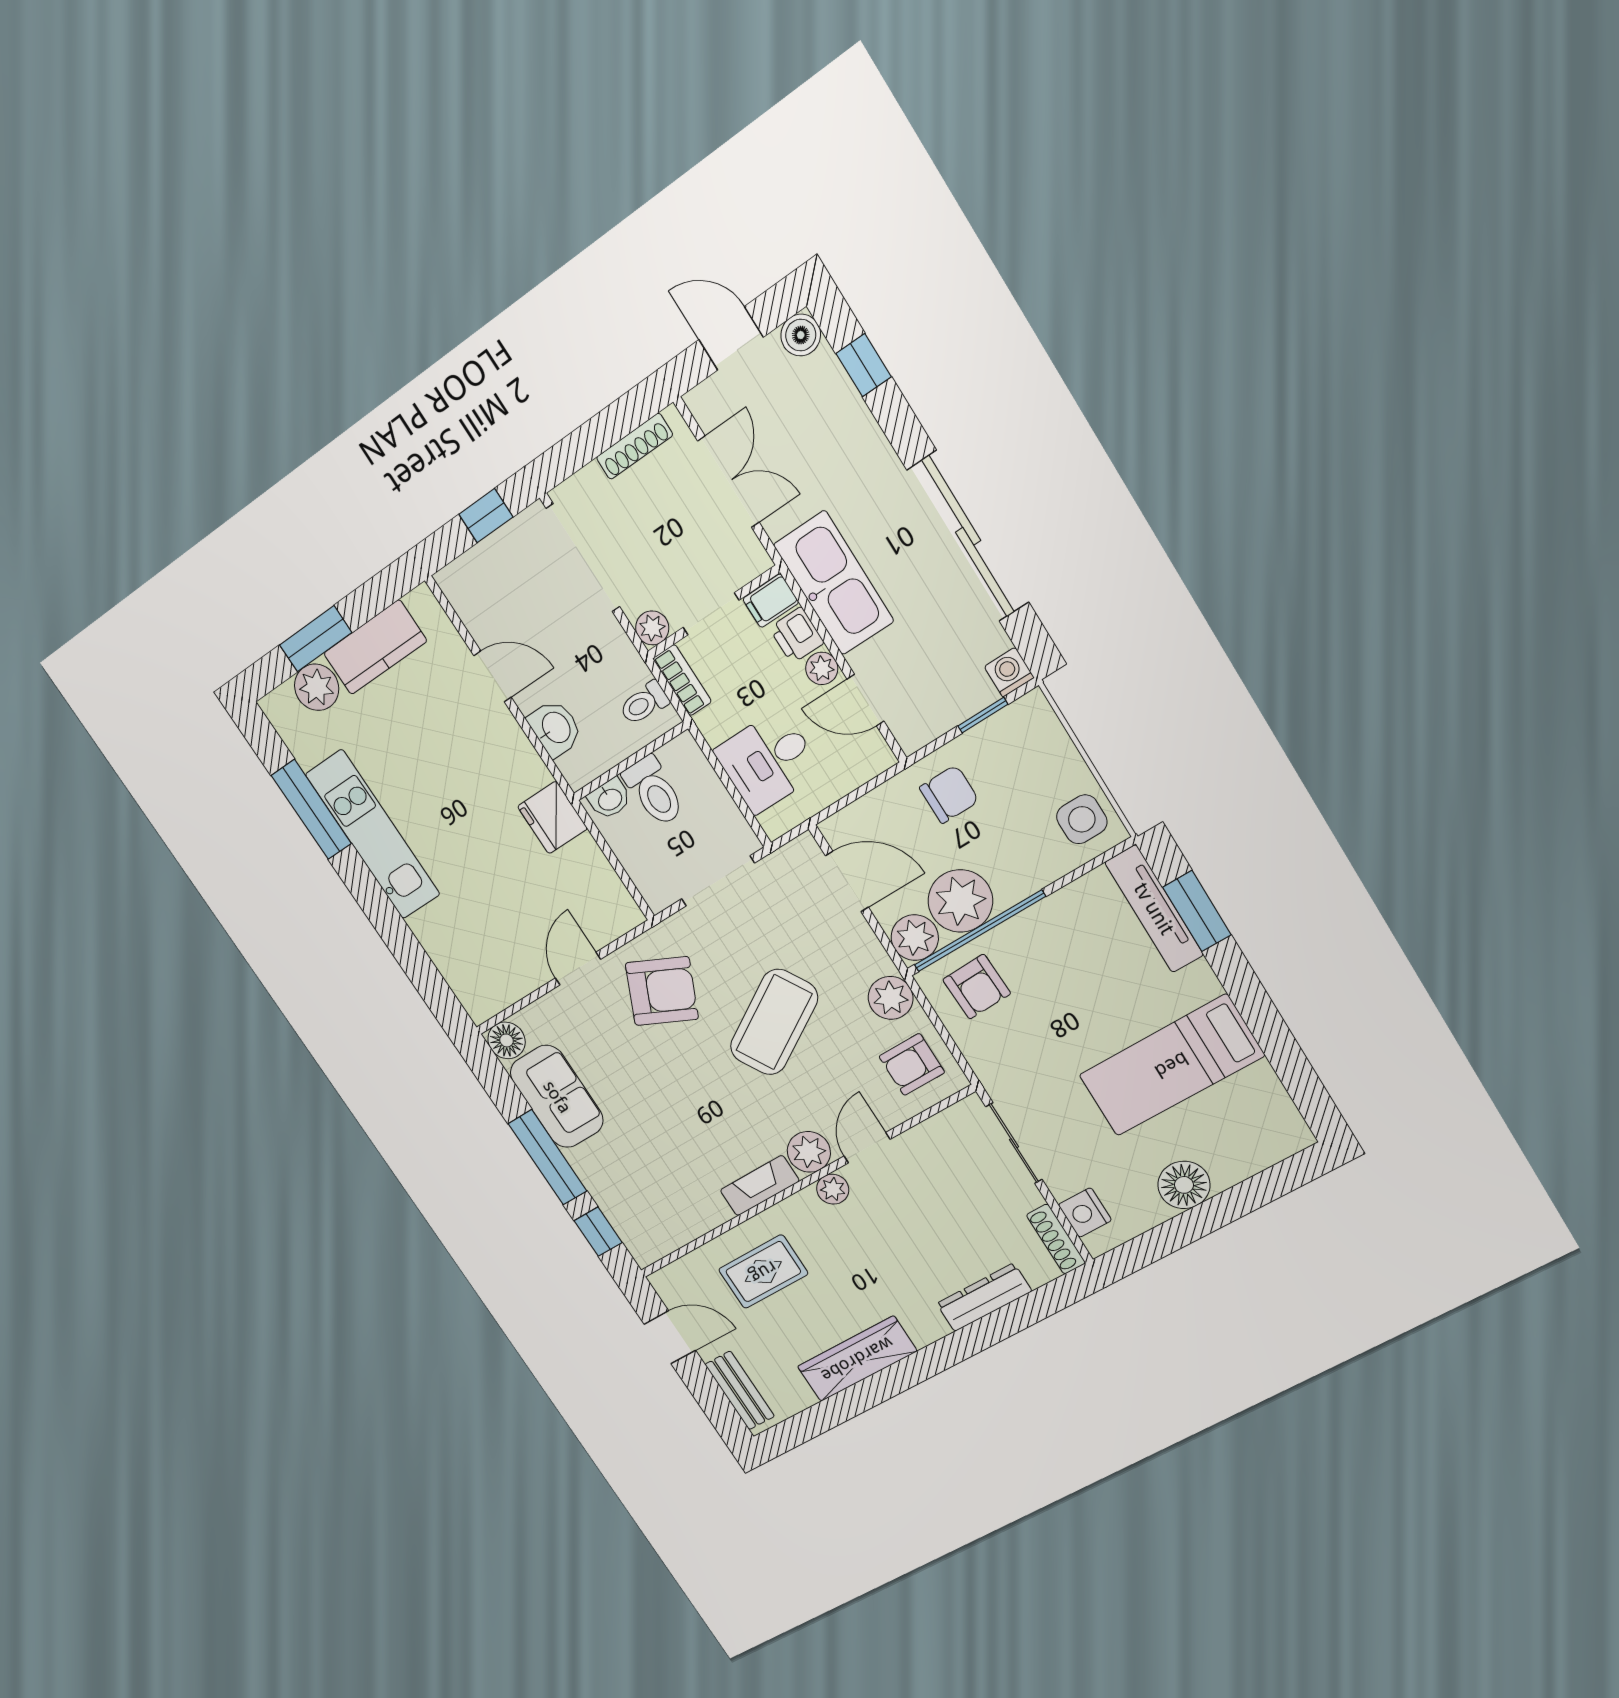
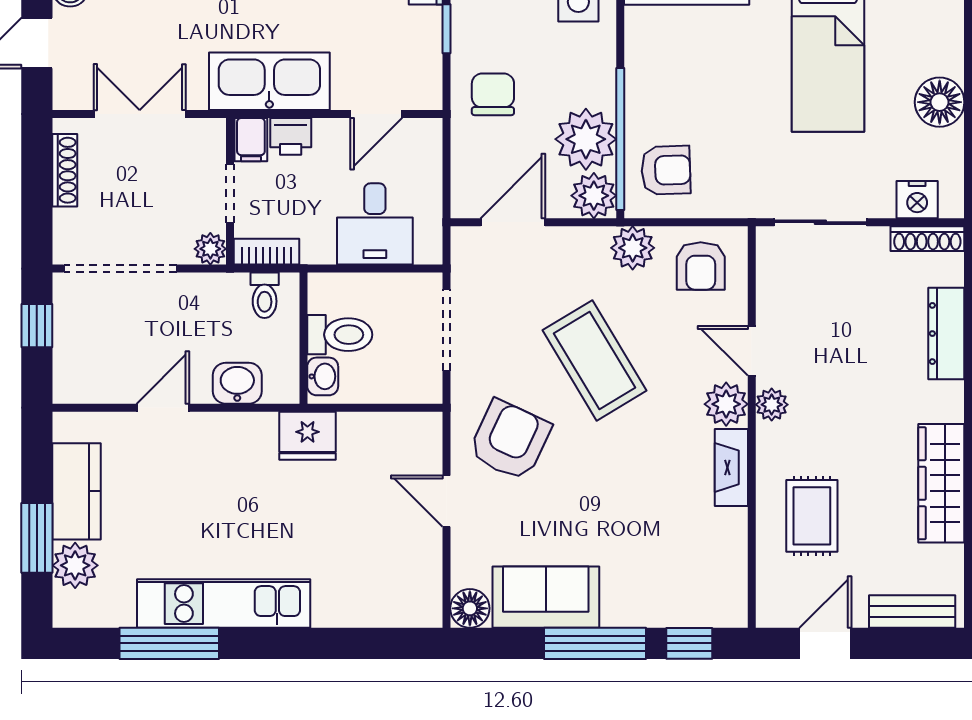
plant: (822, 668) -> (329, 133), removed

